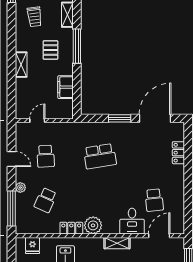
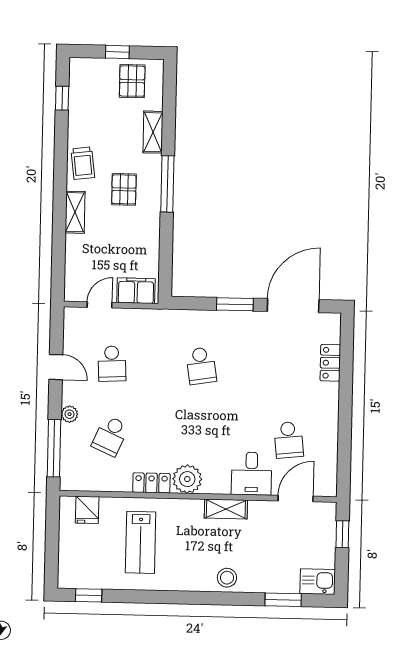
trolley: (34, 17) -> (83, 163), moved
filing cabinet: (65, 87) -> (136, 291), moved, turned 90
school desk: (100, 156) -> (201, 366), width x0.54

